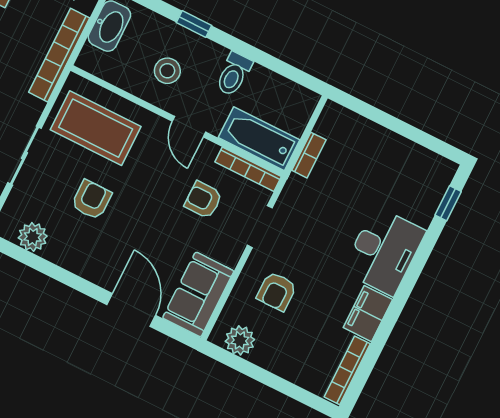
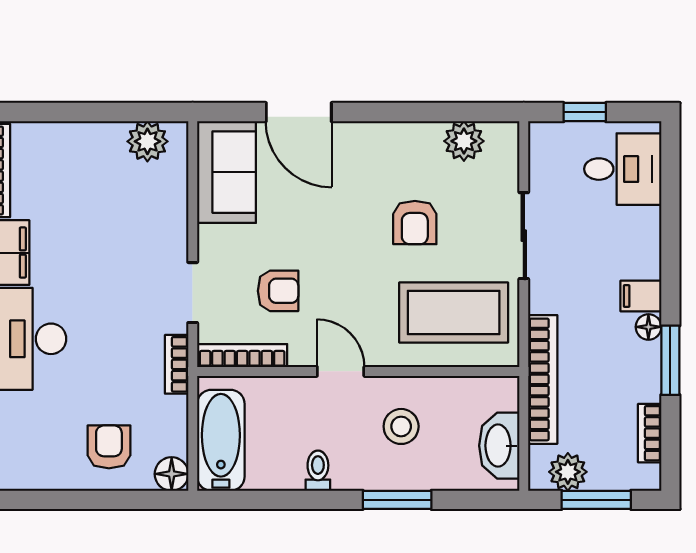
window: (194, 24) -> (397, 500), width x1.50
toilet: (234, 74) -> (318, 471), width x0.73, depth x0.72
floor lamp: (333, 115) -> (172, 474), added
bathtub: (259, 139) -> (221, 440), moved, turned -90
bookcase: (309, 155) -> (177, 364), moved
armchair: (277, 291) -> (109, 447), moved

